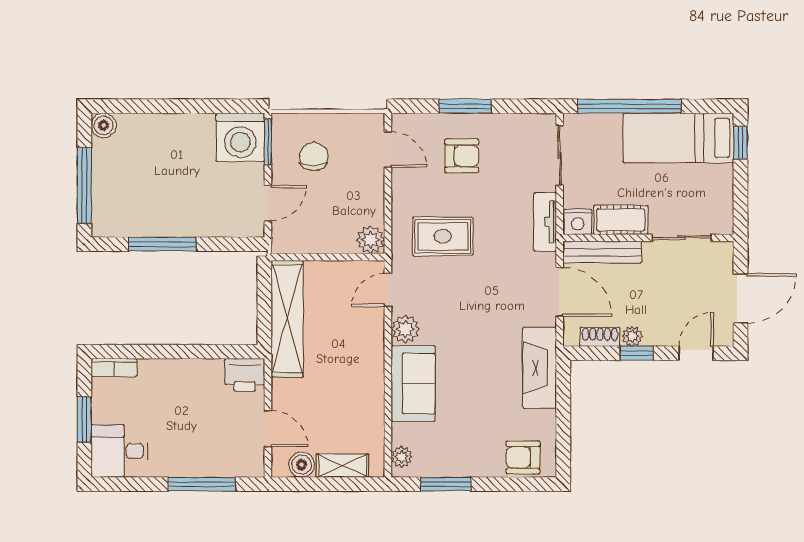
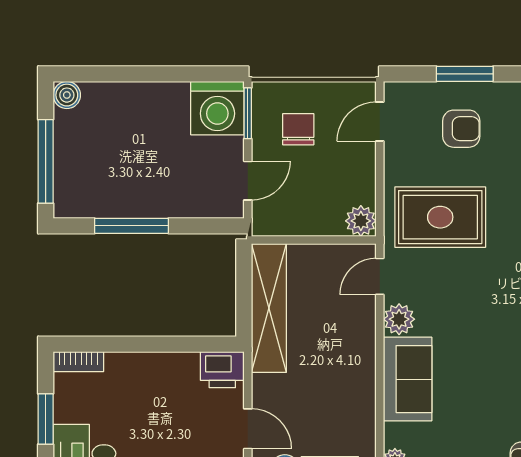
door: (388, 149) -> (380, 122), swing flipped
rug: (443, 236) -> (440, 217), width x1.36, depth x1.43

